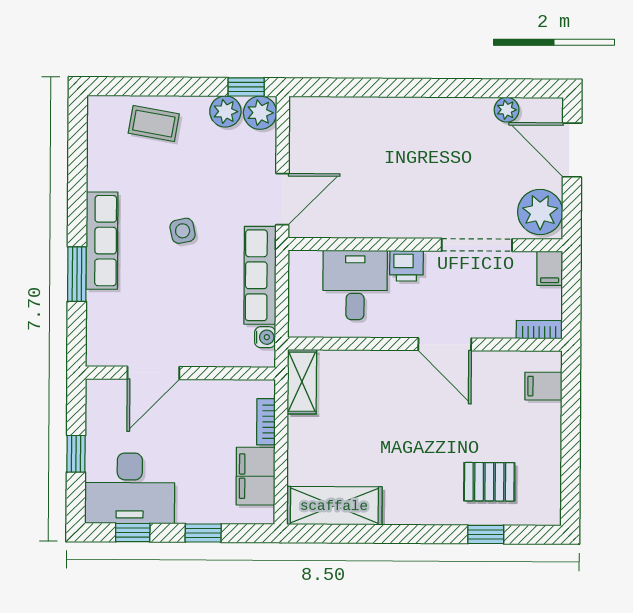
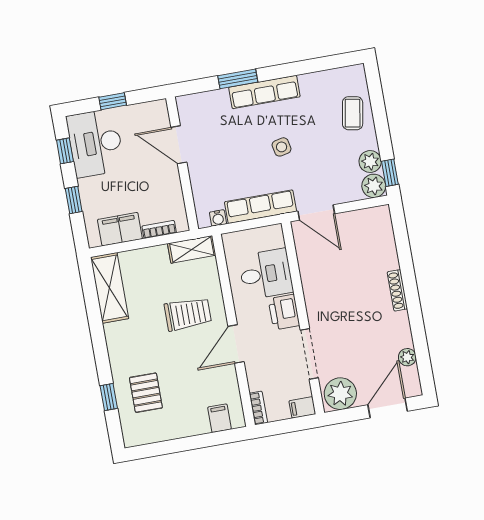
shoe rack: (411, 106) -> (397, 290), added
printer: (406, 266) -> (284, 312), width x1.36, depth x1.24
trolley: (391, 403) -> (188, 314), added

